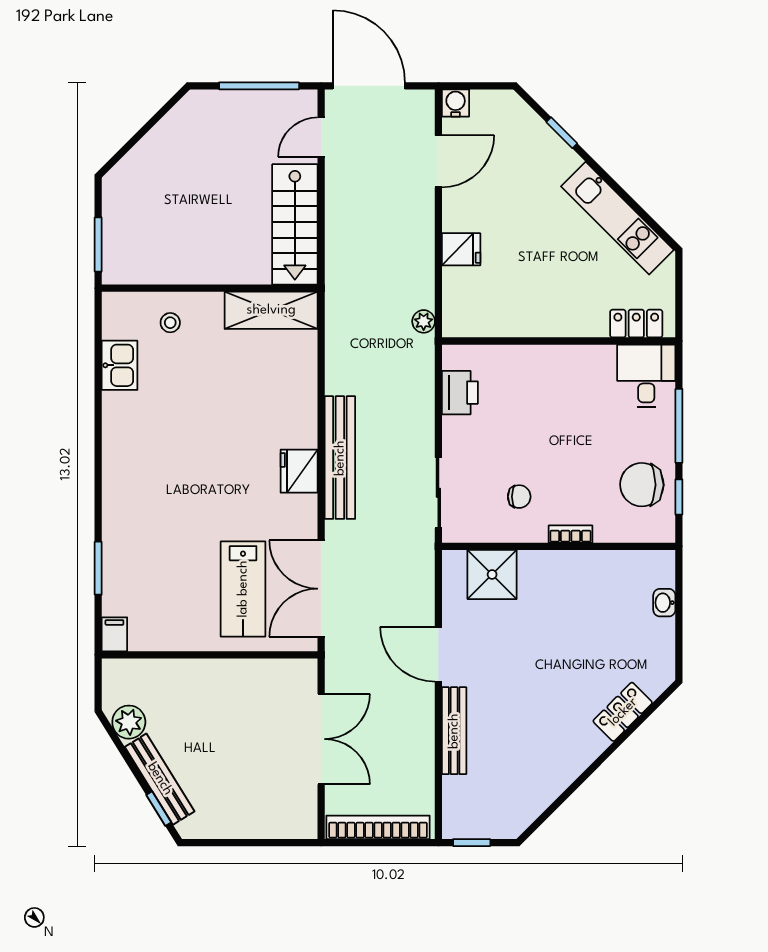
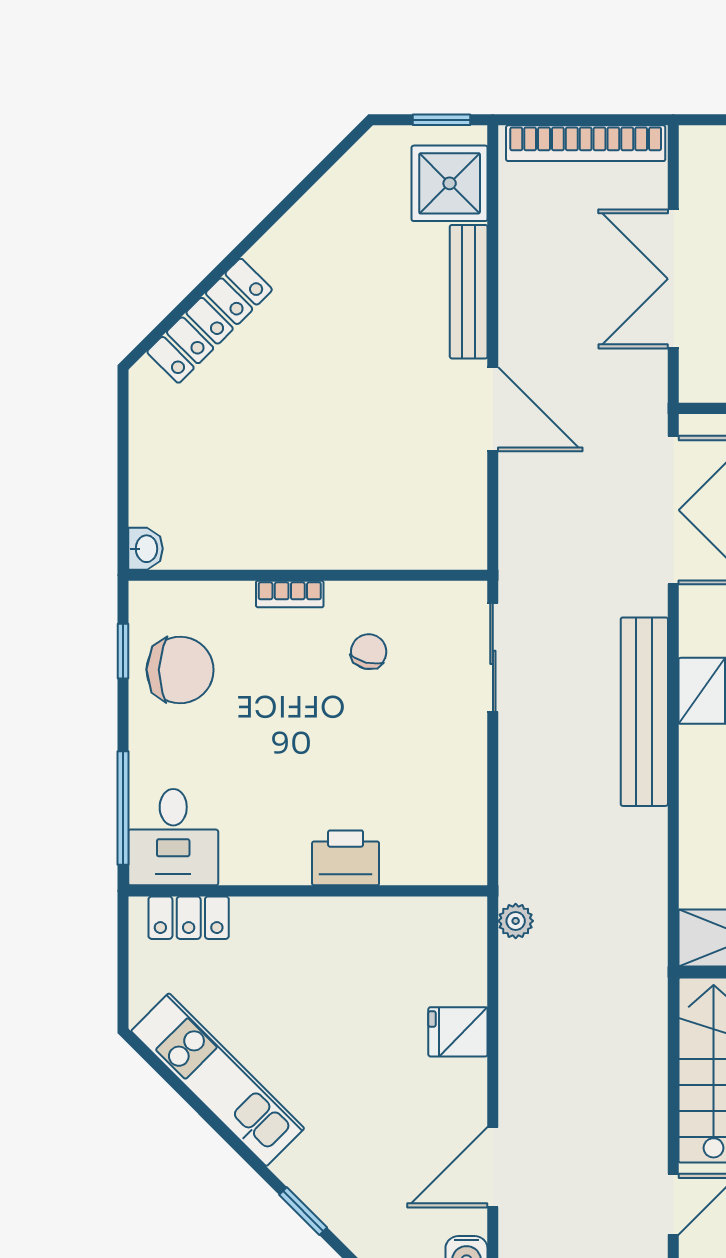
printer: (460, 393) -> (346, 858), moved, turned 90
window: (679, 426) -> (123, 808), moved
chair: (519, 497) -> (369, 652), turned 104
shower: (492, 574) -> (450, 183), moved
washbasin: (664, 603) -> (146, 549), moved
locker: (623, 712) -> (210, 321), width x1.53

